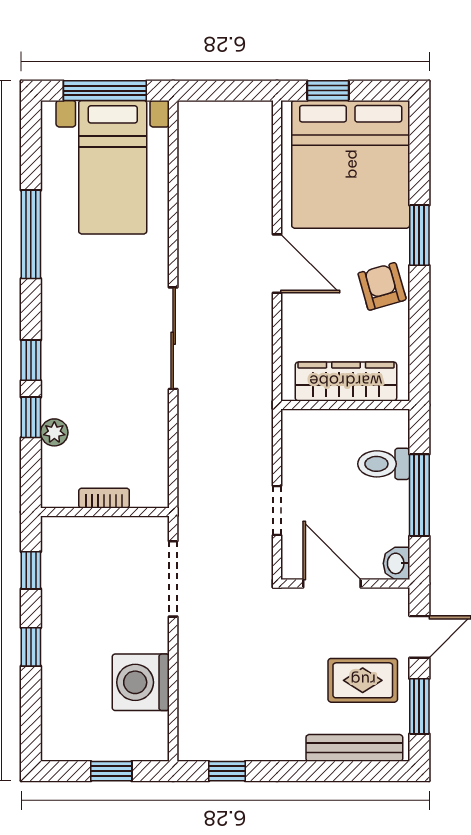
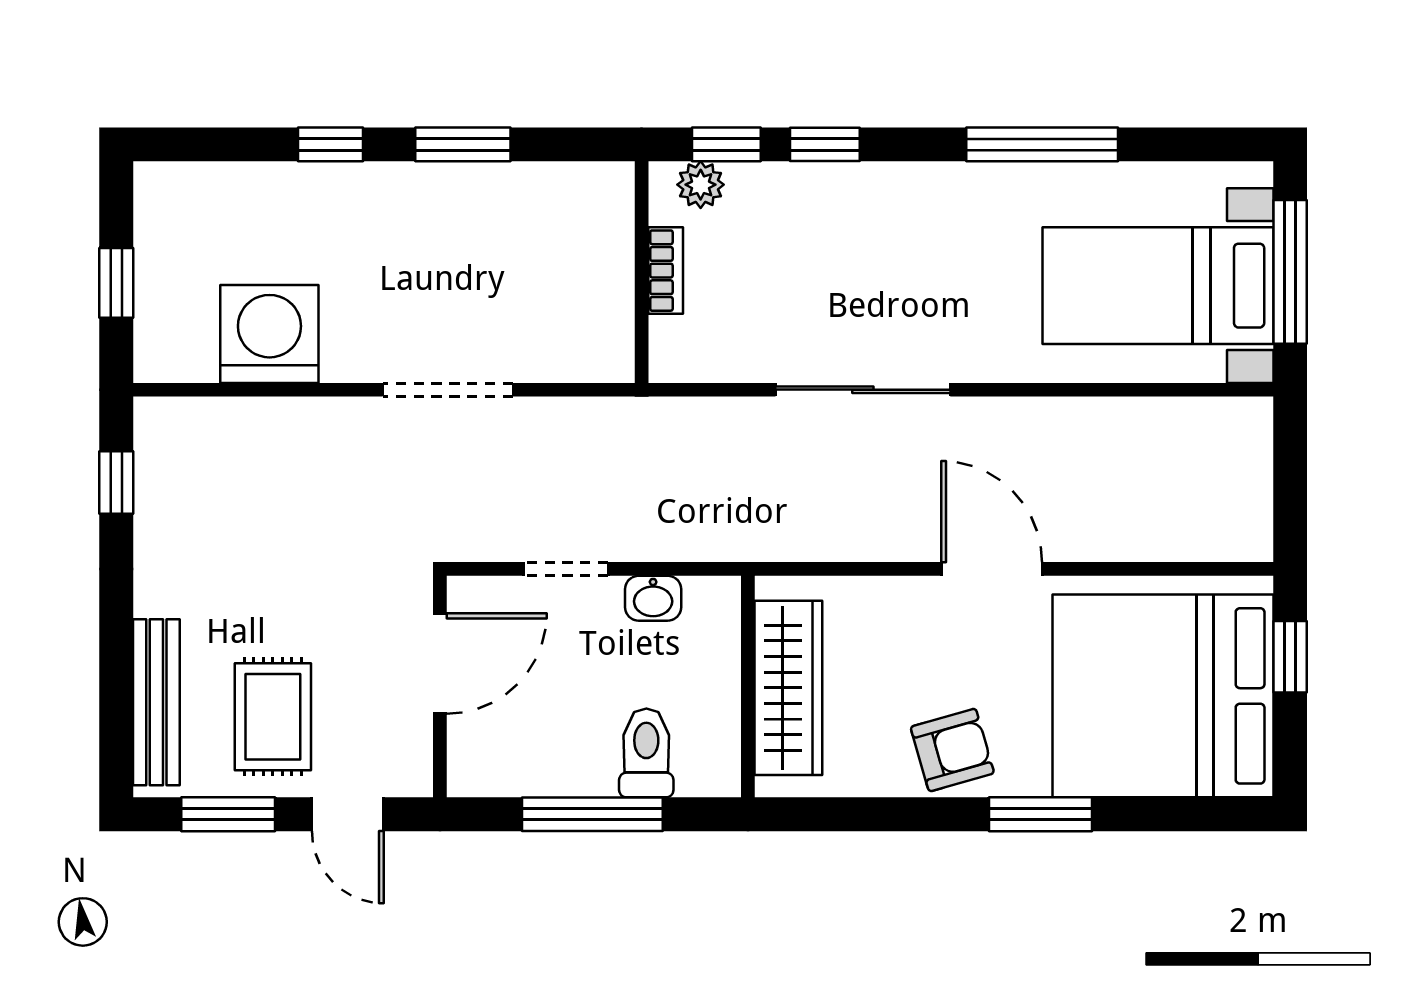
door: (277, 264) -> (992, 569), swing flipped
bookcase: (104, 498) -> (666, 271), moved
wall: (105, 512) -> (642, 272), moved
washbasin: (396, 563) -> (653, 598), moved, turned 180
window: (31, 570) -> (463, 144), width x1.50

